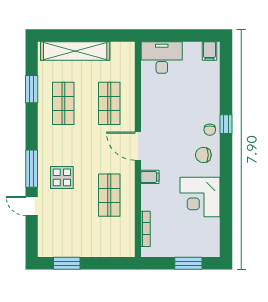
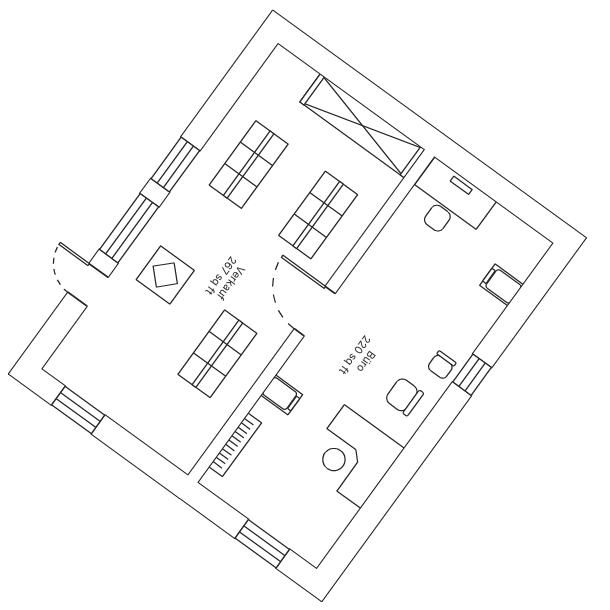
shelving: (75, 51) -> (362, 126), moved
filing cabinet: (209, 51) -> (501, 285), moved, turned 90
window: (32, 89) -> (175, 165), moved
filing cabinet: (150, 177) -> (282, 395), moved

